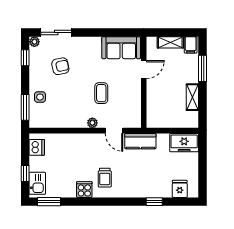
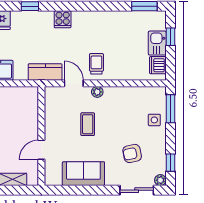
sofa: (121, 48) -> (83, 174), moved
trolley: (105, 178) -> (96, 64), moved
kitchen sink: (37, 183) -> (157, 43), moved
cooker: (84, 190) -> (63, 19), moved

